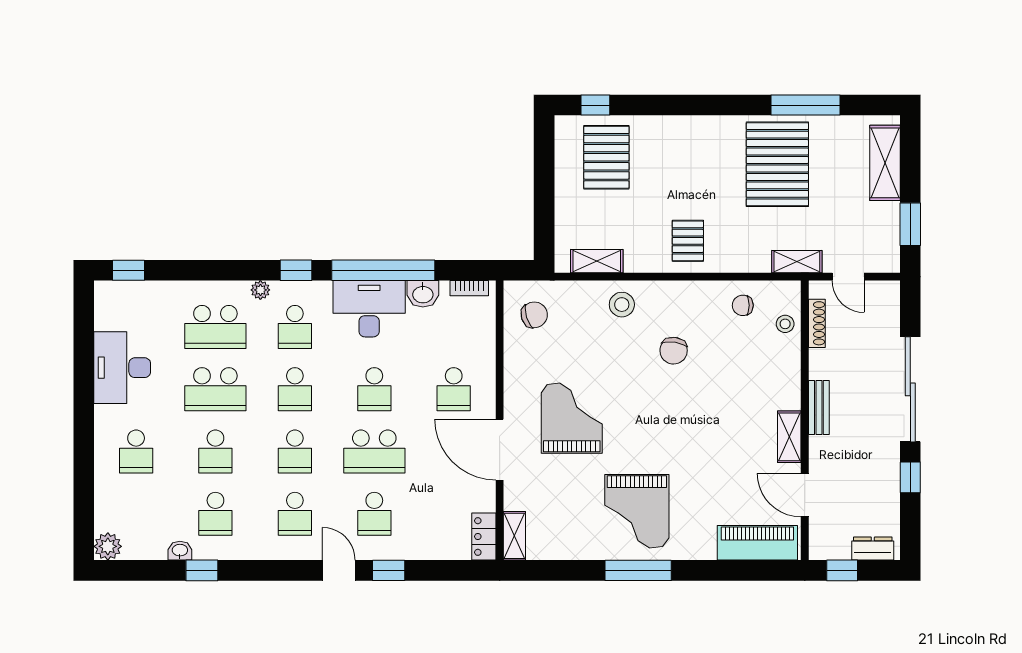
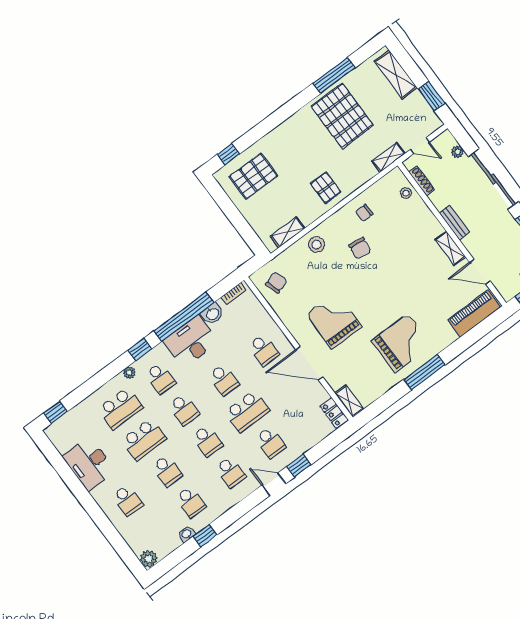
pallet: (606, 157) -> (254, 176), turned 90
chair: (743, 305) -> (364, 213), moved
plant: (890, 320) -> (457, 152), added
grand piano: (637, 511) -> (402, 343), turned -90

